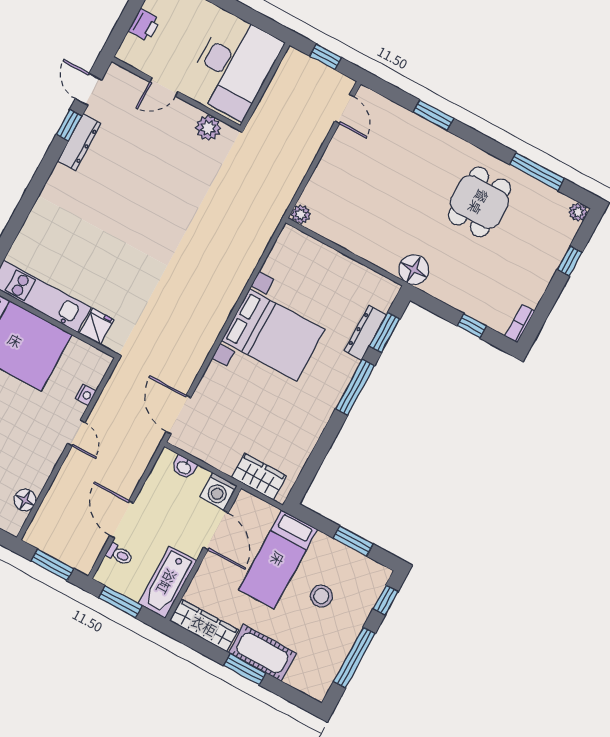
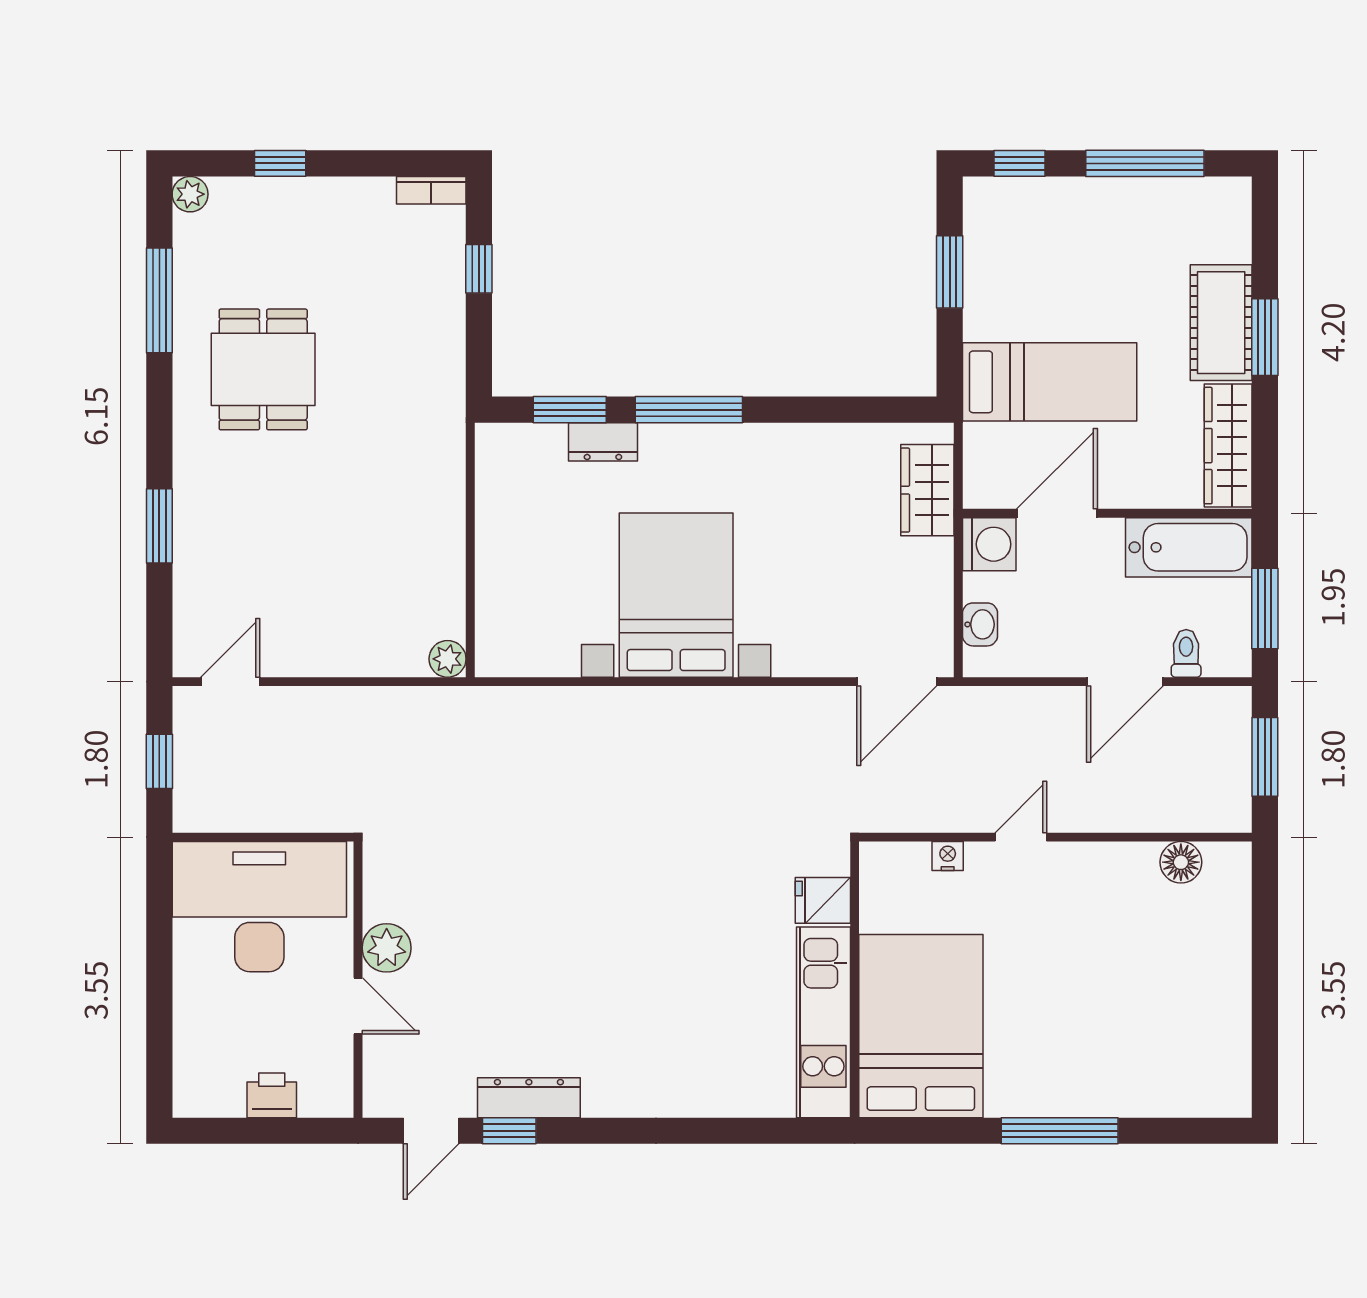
plant: (208, 128) -> (387, 948), moved
dining table: (479, 202) -> (263, 369), turned 90
floor lamp: (414, 270) -> (437, 418), removed
dresser: (365, 333) -> (603, 442), width x0.70
stool: (321, 596) -> (1071, 275), removed

